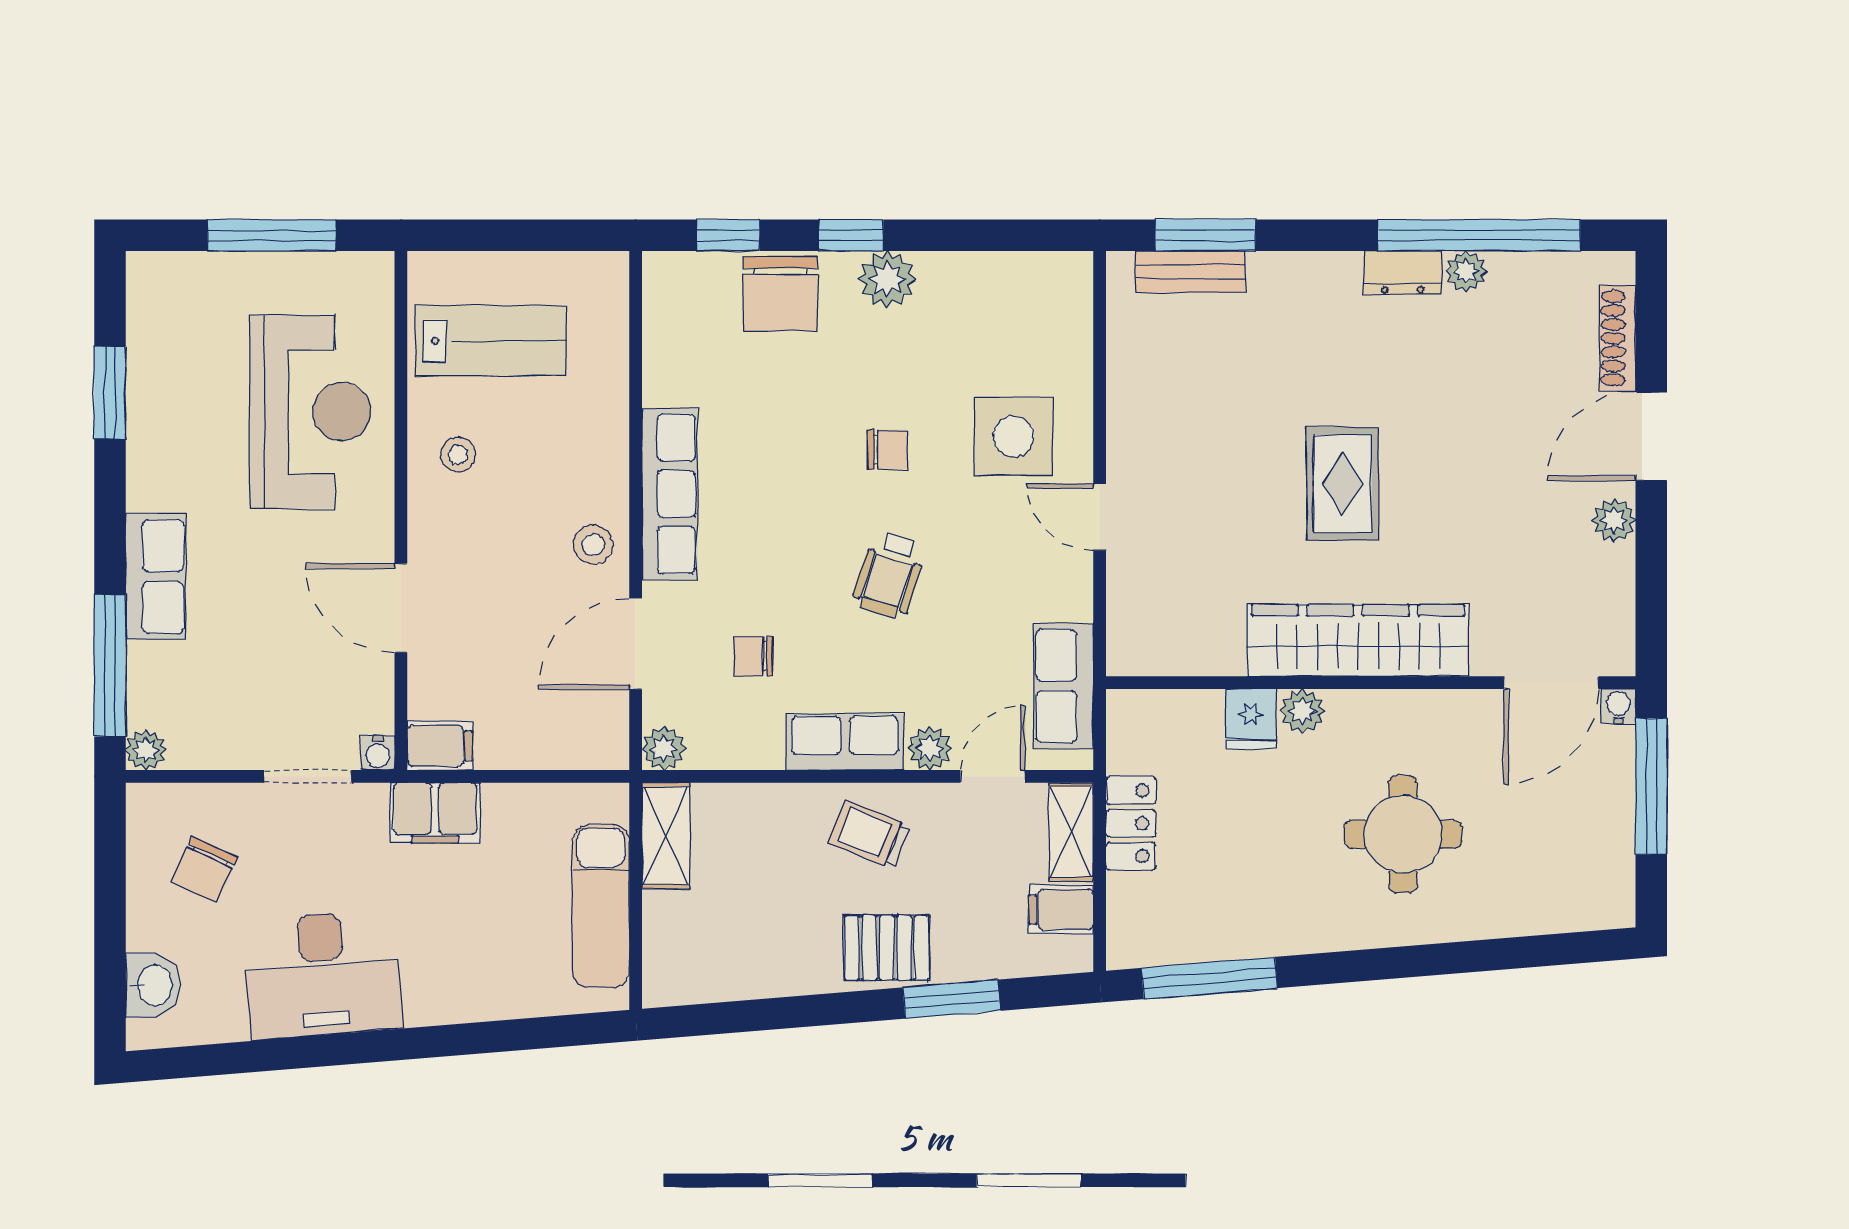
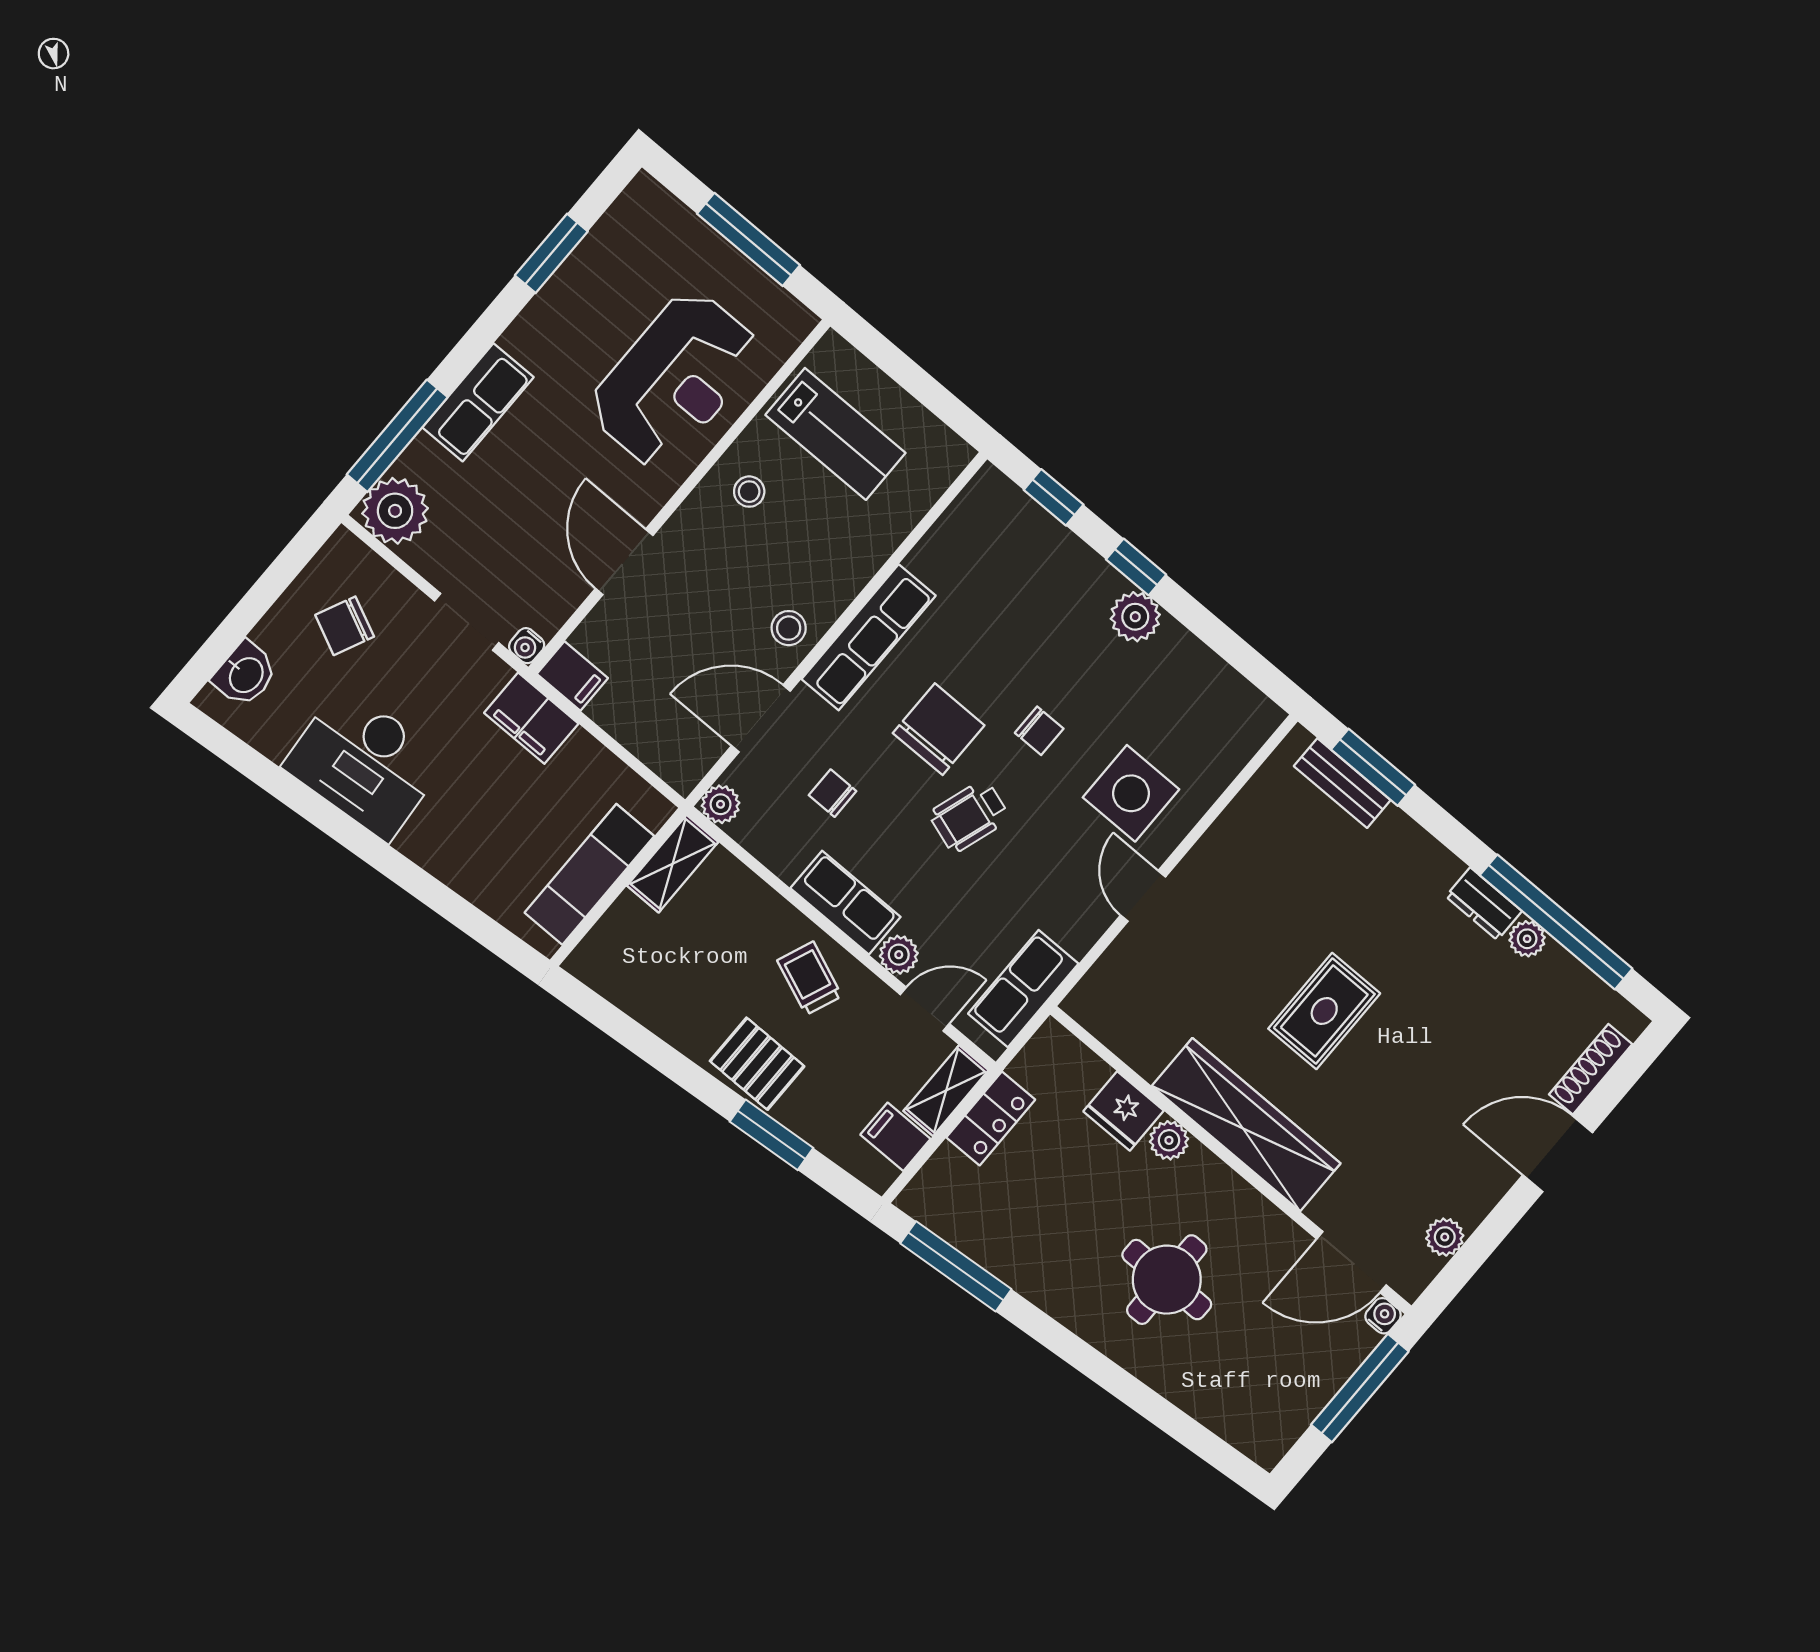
chair: (780, 294) -> (939, 729), moved, turned 180
plant: (1614, 520) -> (1445, 1237), moved
fridge: (1251, 719) -> (1124, 1111), width x1.38
plant: (146, 750) -> (395, 511), width x1.88, depth x1.88

